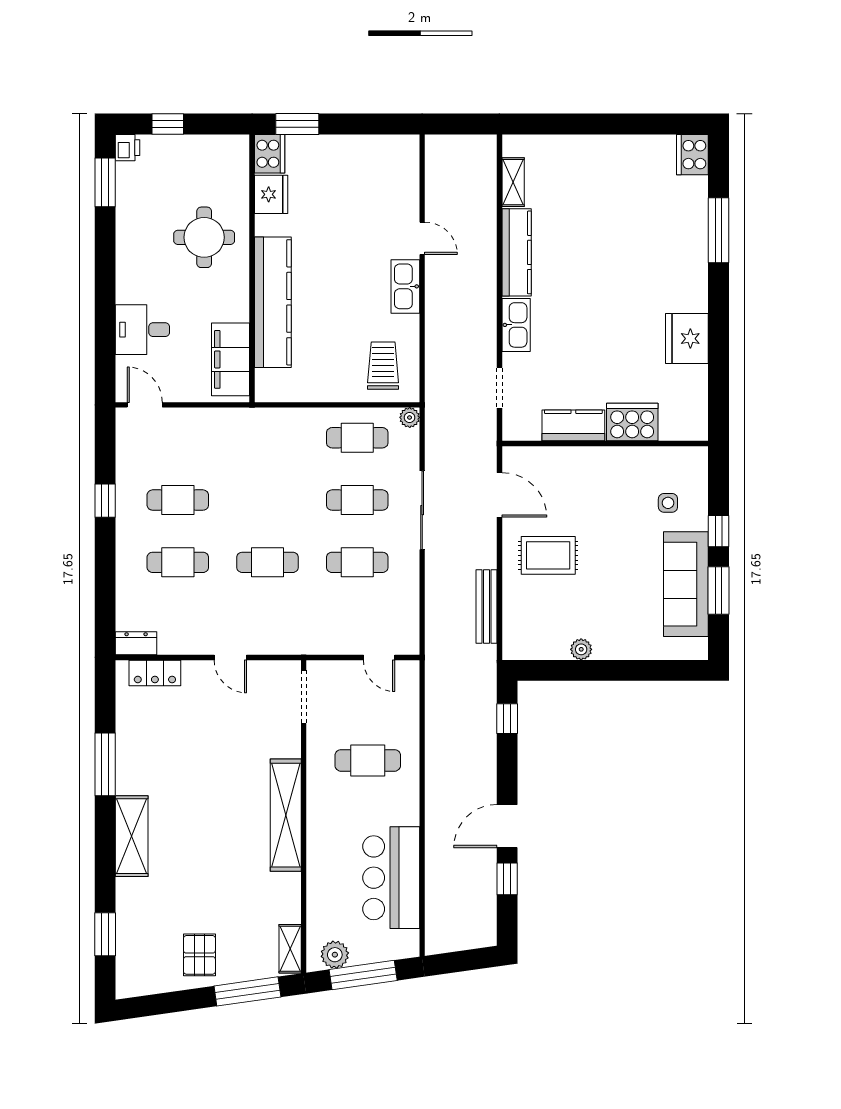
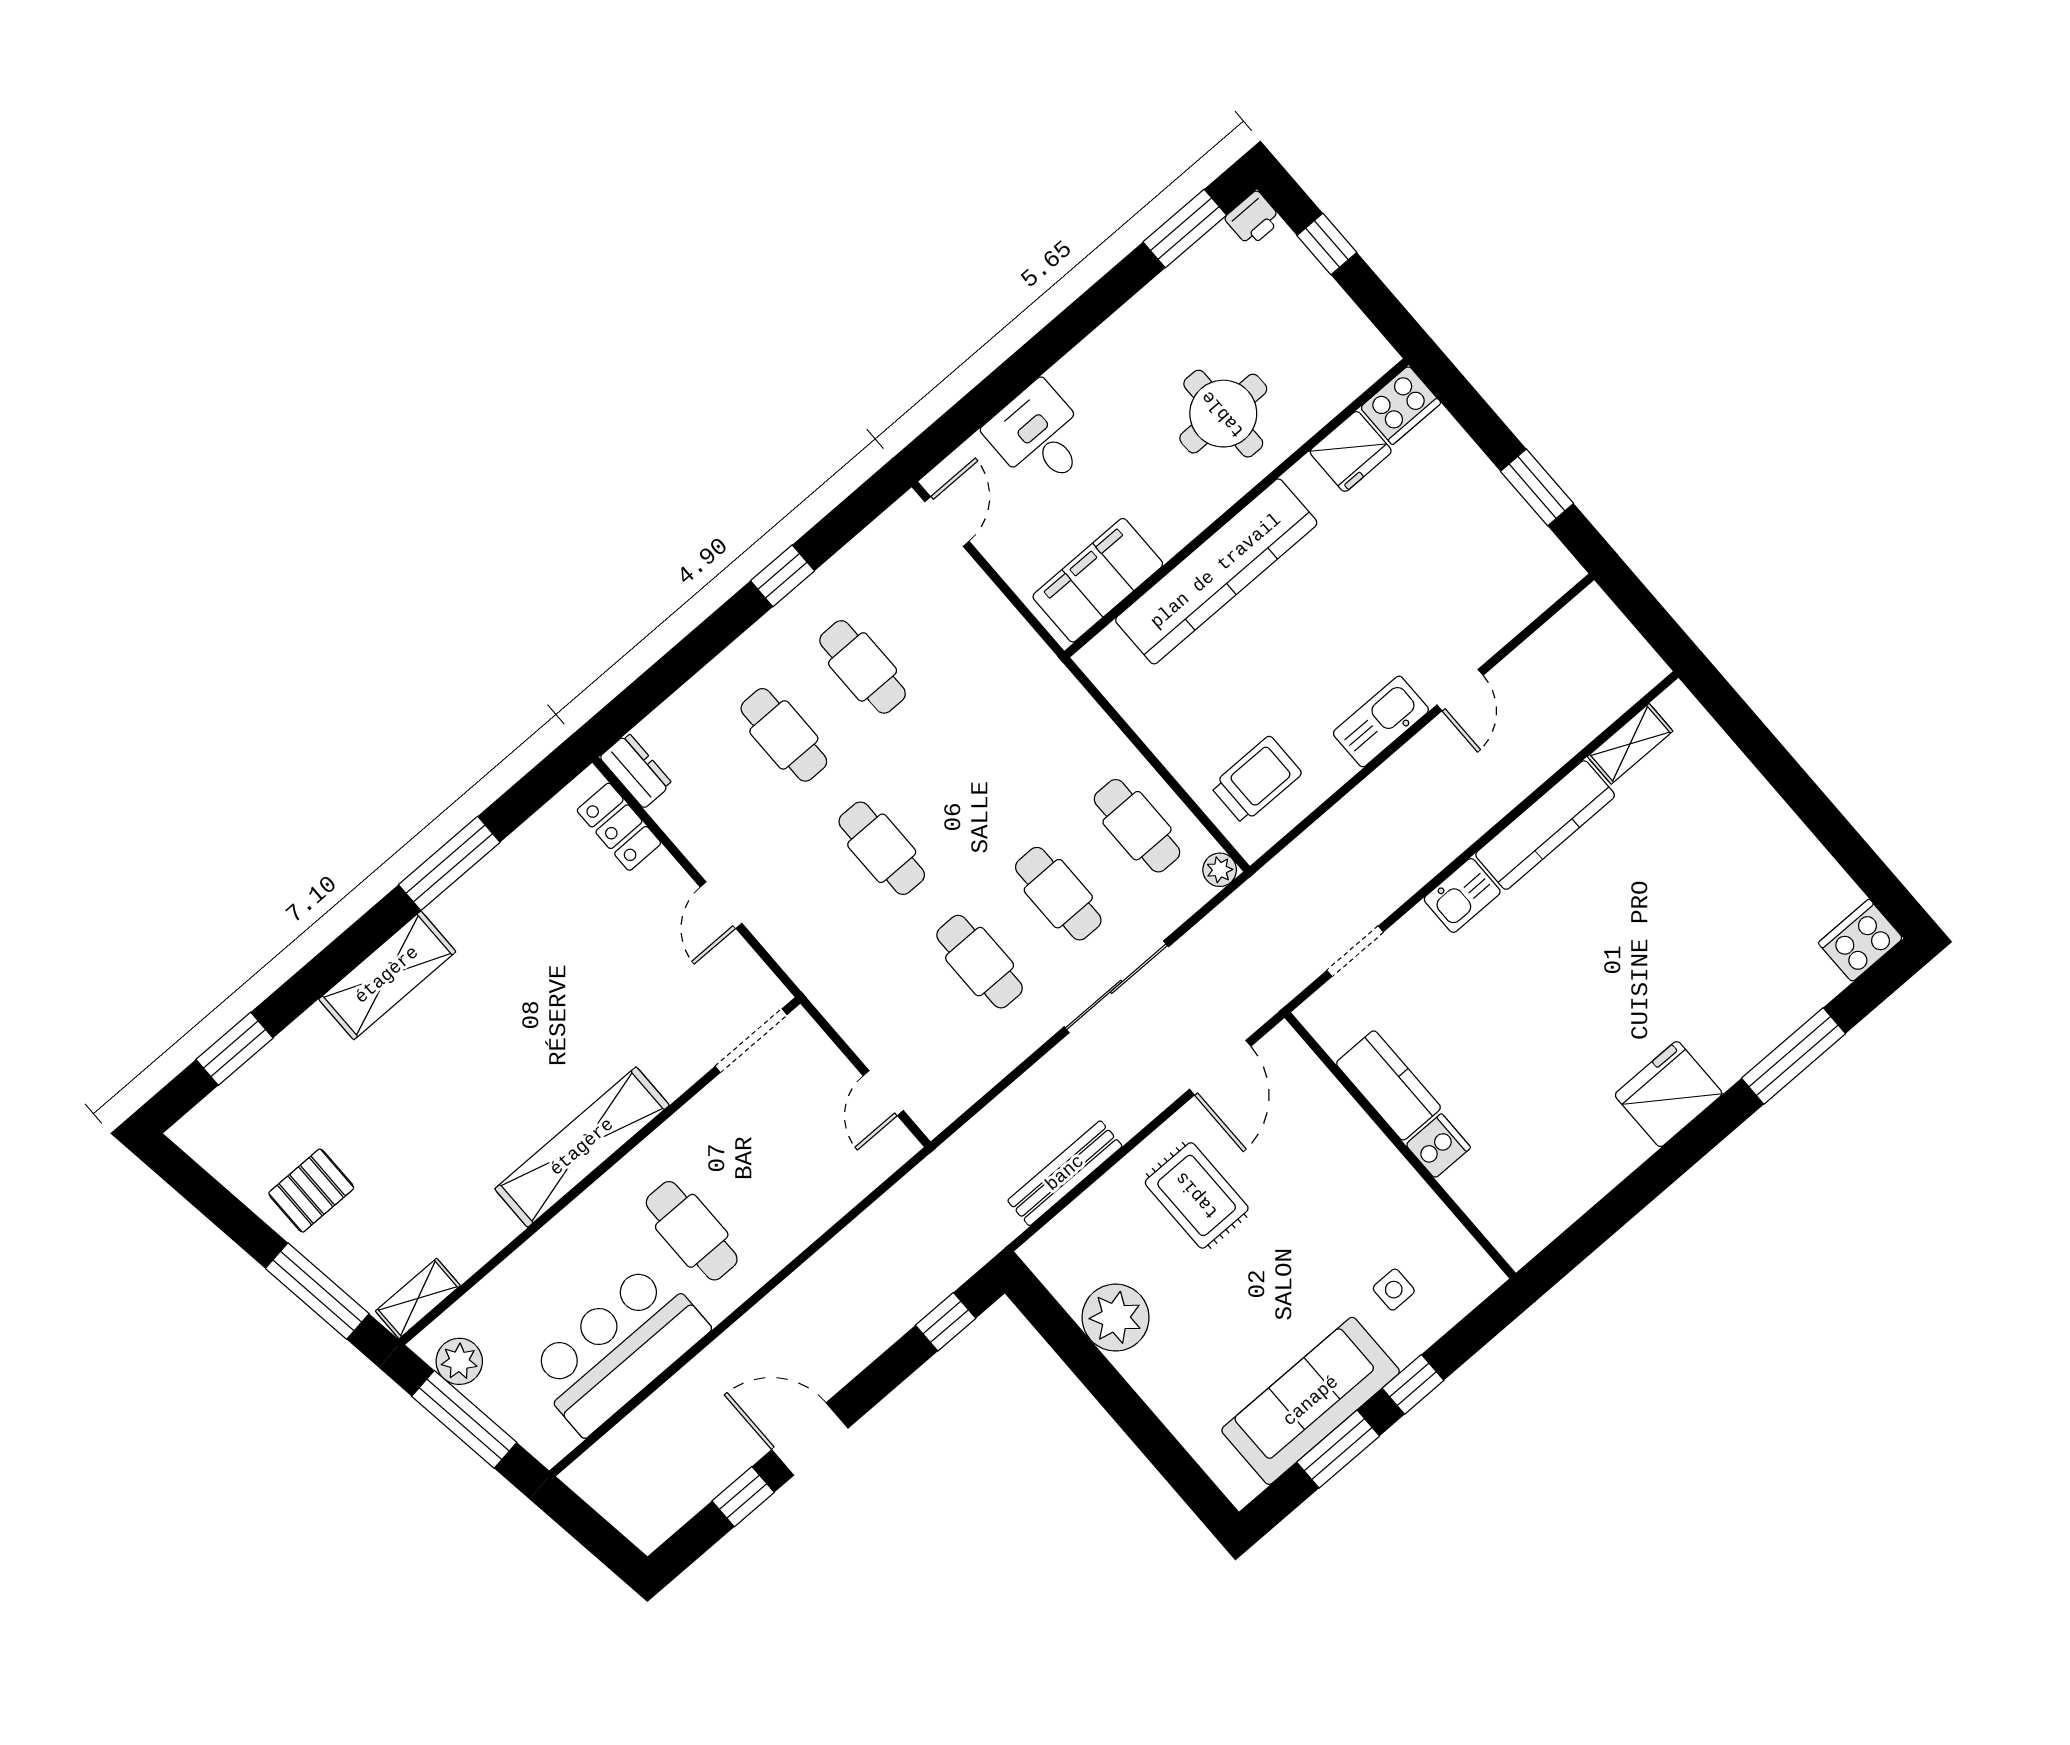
window: (297, 124) -> (1537, 487), moved
kitchen sink: (516, 325) -> (1462, 895), width x0.73
fridge: (687, 339) -> (1669, 1094), moved
cooker: (632, 422) -> (1438, 1146), width x0.53, depth x0.76
plant: (581, 649) -> (1116, 1318), width x1.88, depth x1.88
cafe table: (368, 760) -> (692, 1231), moved

